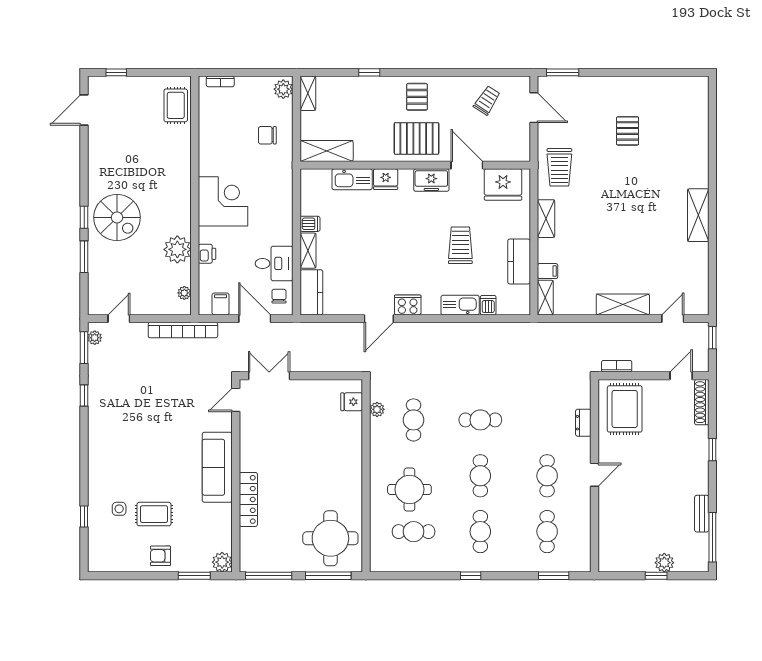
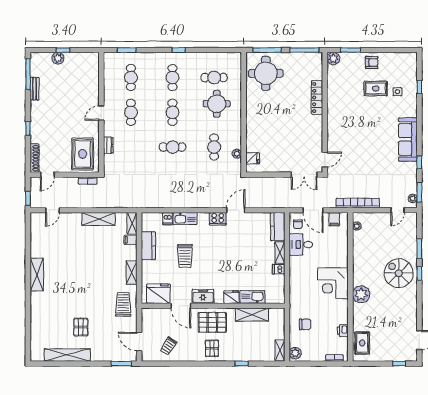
shelving: (649, 86) -> (67, 355), added
shelving: (327, 151) -> (252, 315), moved
plant: (177, 249) -> (361, 294), moved
printer: (207, 254) -> (343, 331), moved
shelving: (623, 304) -> (99, 219), moved
sofa: (217, 467) -> (408, 139), moved, turned 180

